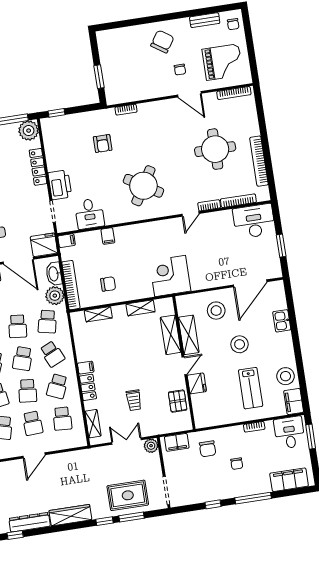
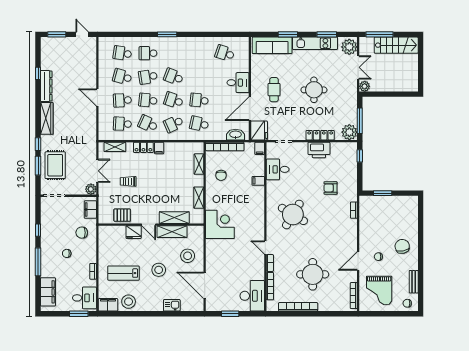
chair: (162, 42) -> (402, 246), turned -135
printer: (60, 185) -> (319, 150), moved
plant: (55, 296) -> (218, 133), removed

